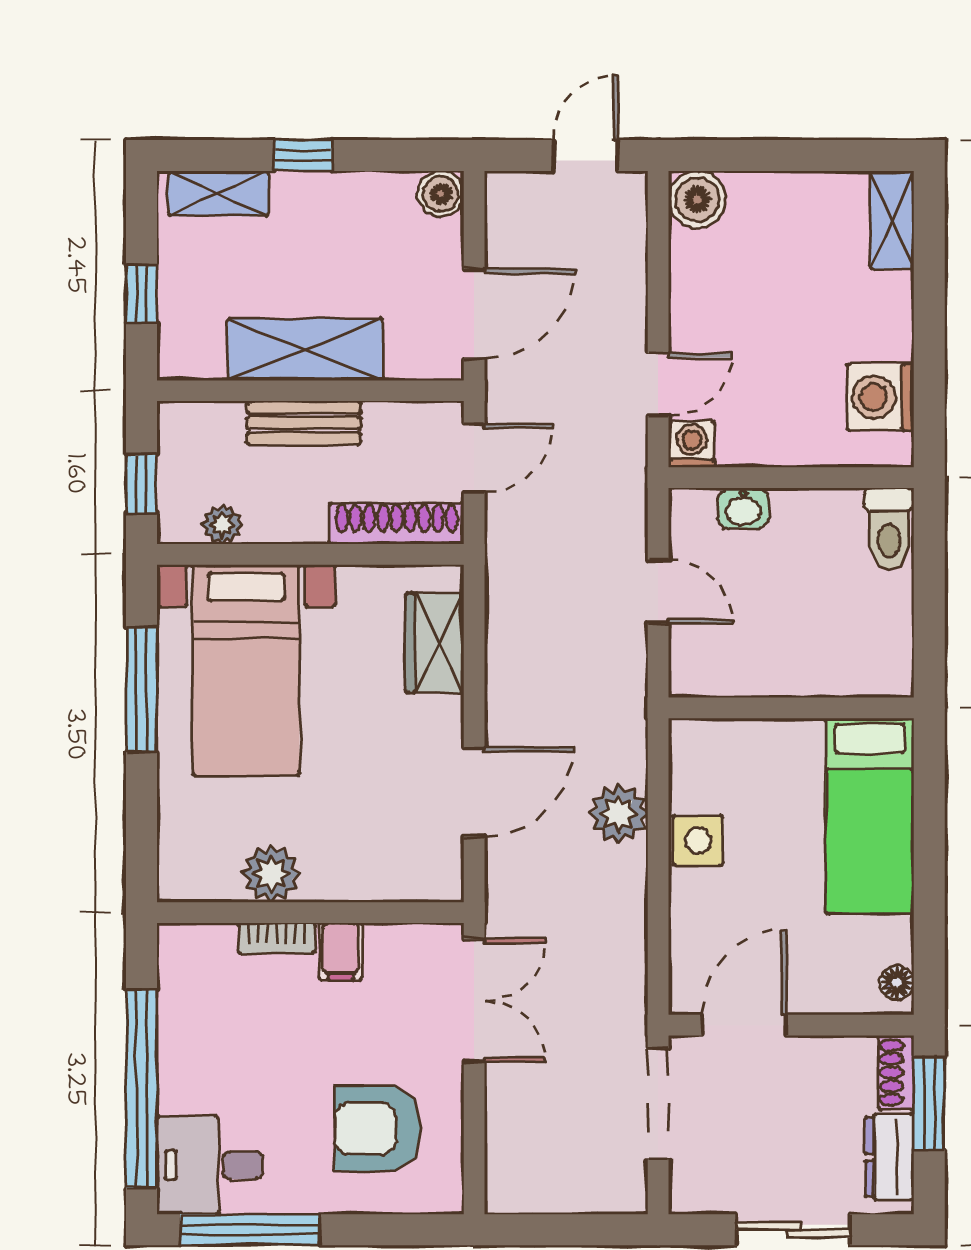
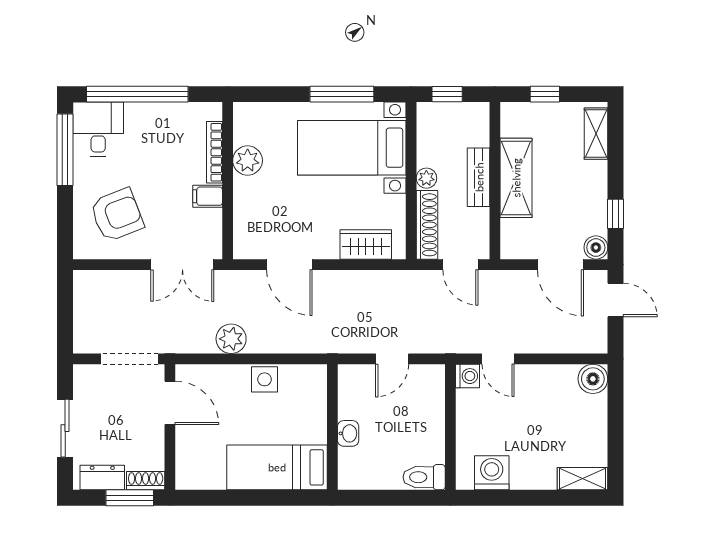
window: (303, 155) -> (616, 214), moved
door: (585, 155) -> (616, 300), moved
door: (474, 314) -> (560, 265), moved
washbasin: (743, 508) -> (348, 433), moved, turned 180
plant: (222, 524) -> (426, 178), moved
plant: (619, 814) -> (231, 339), moved
bookcase: (277, 938) -> (214, 152), width x1.56
floor lamp: (897, 983) -> (192, 481), removed
armchair: (377, 1129) -> (117, 215), turned 69

